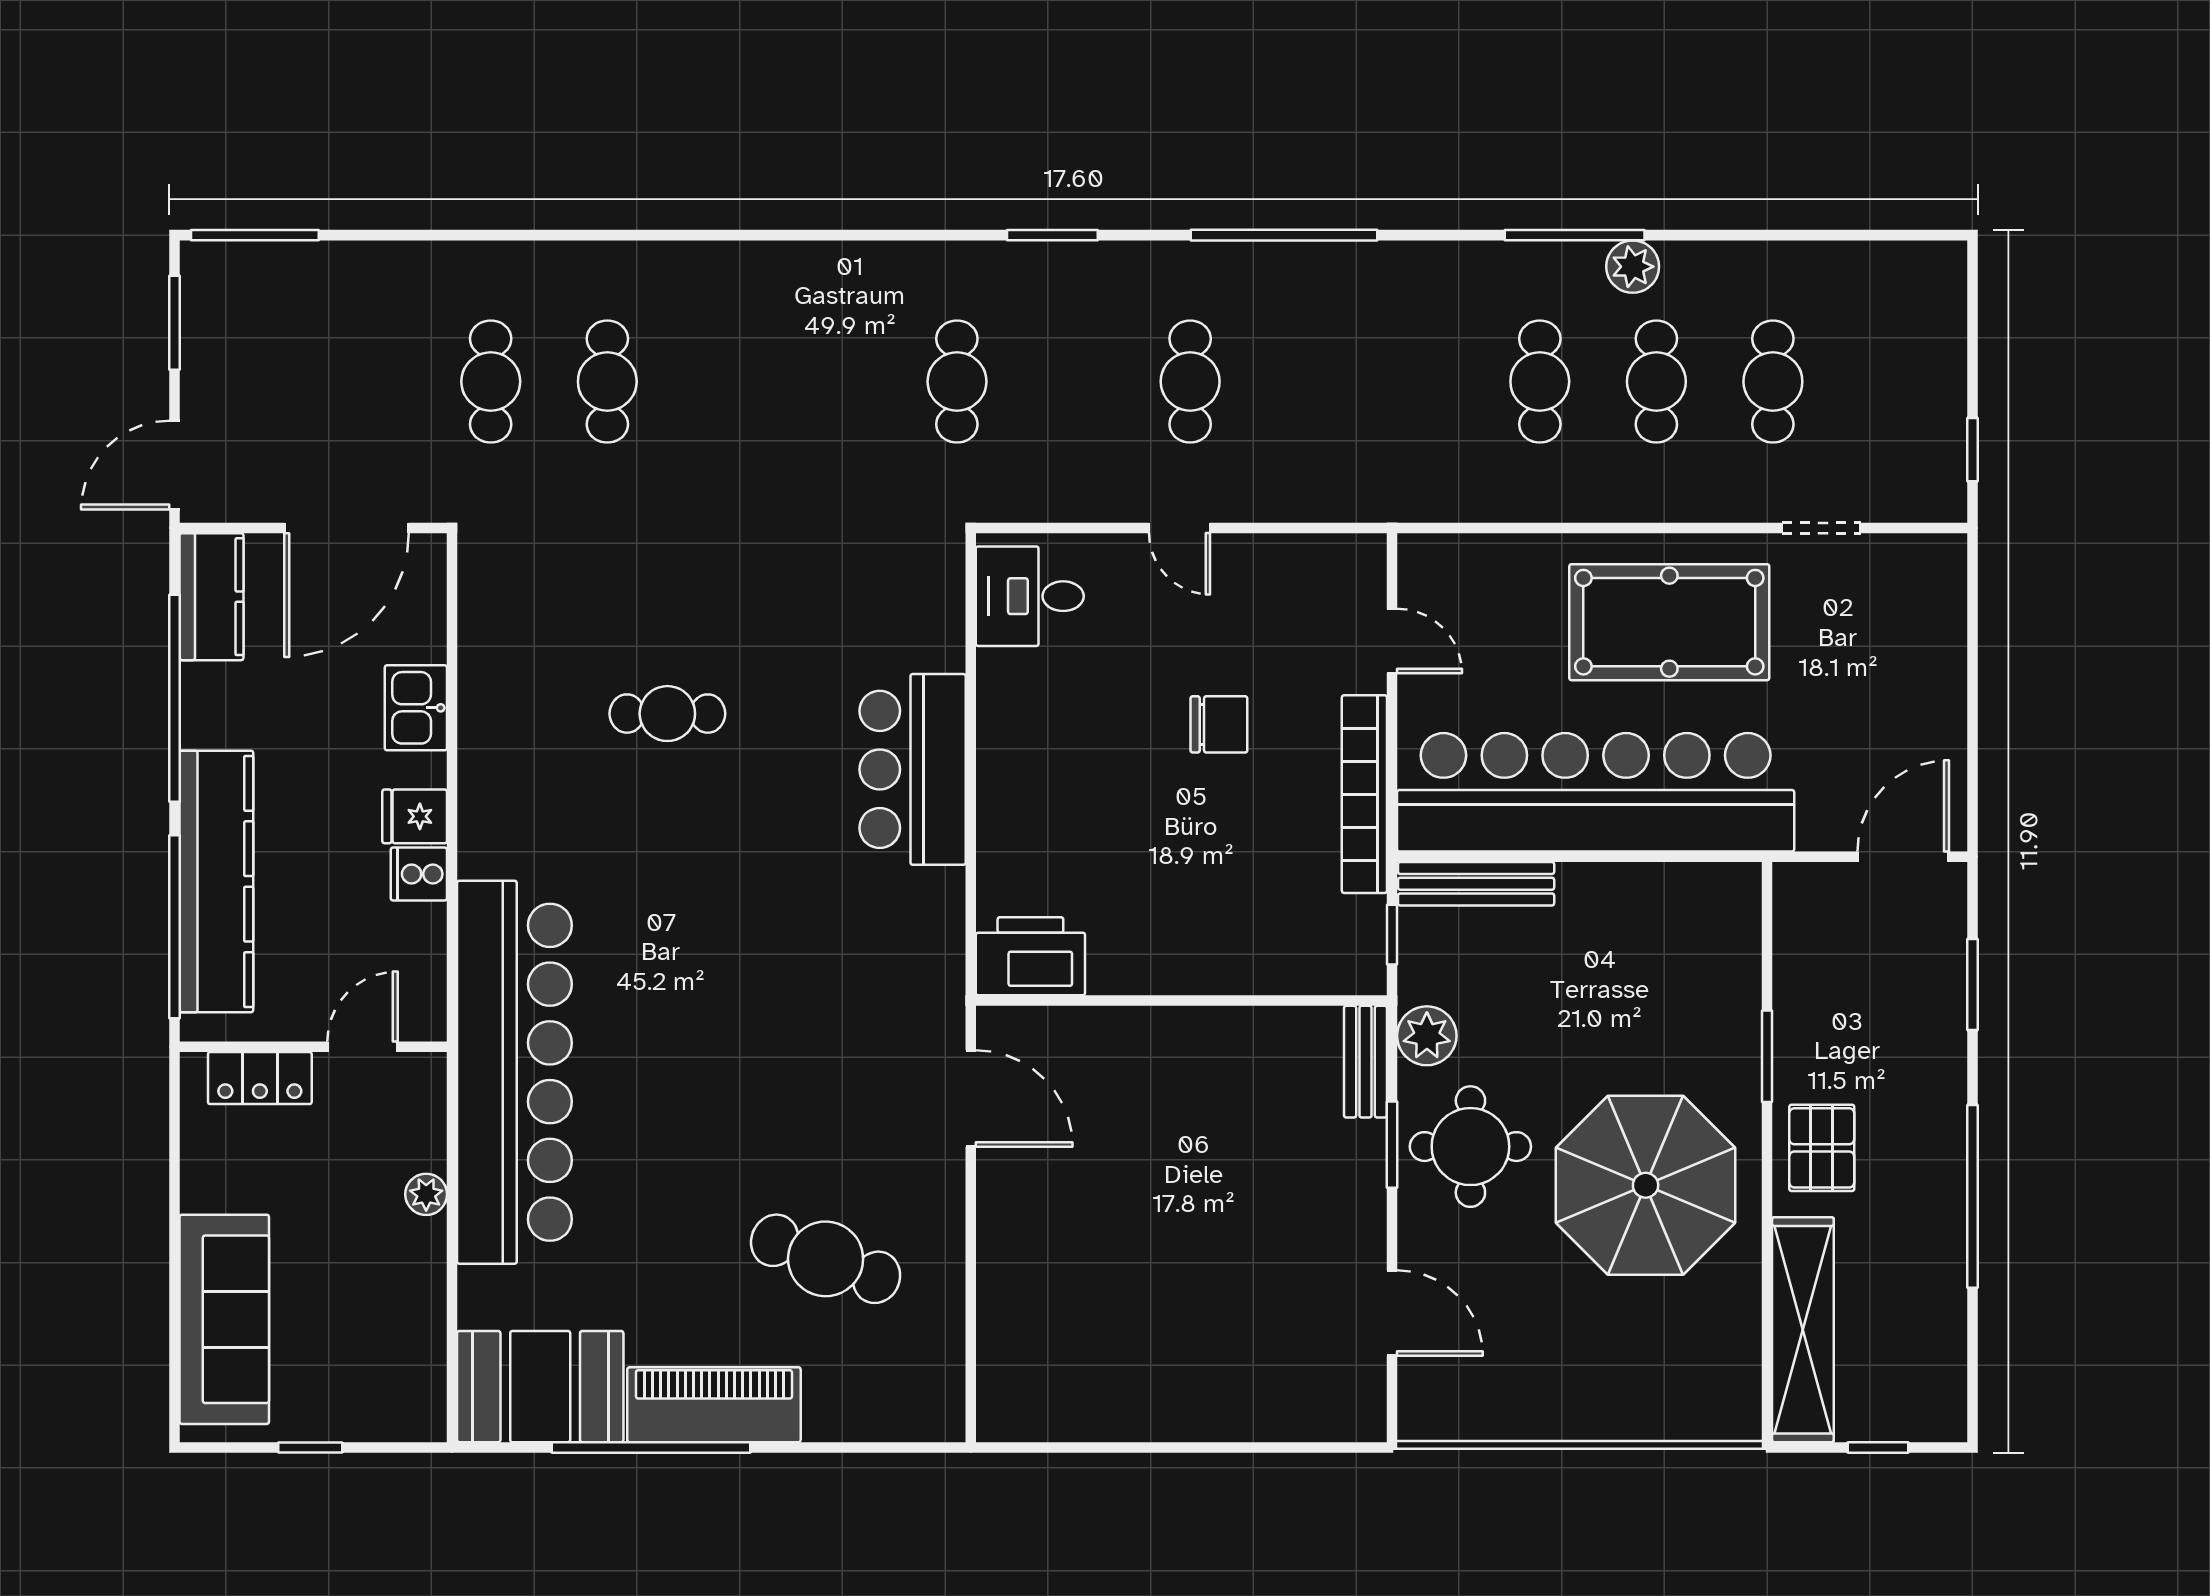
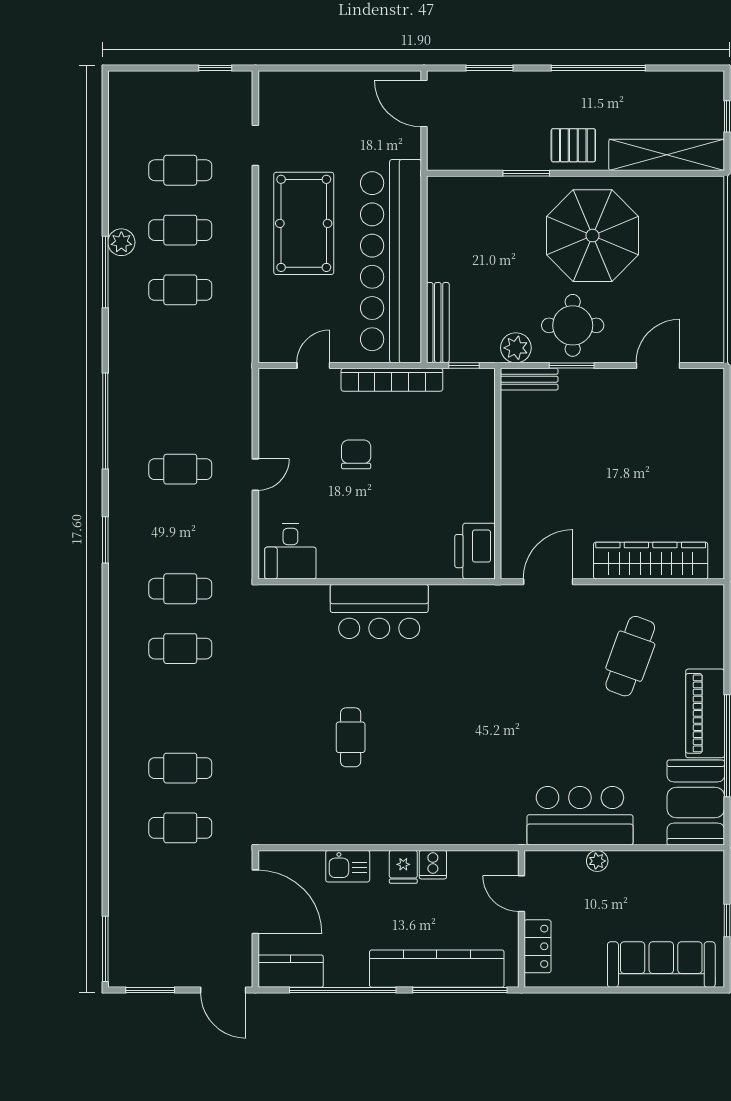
cafe table: (840, 382) -> (180, 649), added
bar counter: (514, 1072) -> (580, 816), width x0.54
wardrobe: (1012, 1299) -> (651, 561), added

